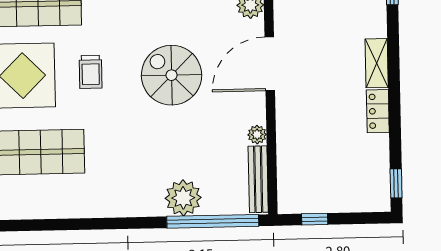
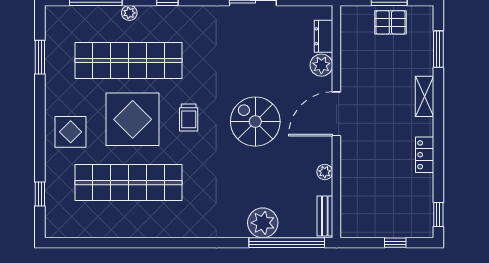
shelving: (377, 63) -> (424, 96), moved
bench: (258, 179) -> (325, 216), width x0.73
window: (315, 219) -> (395, 243), moved

